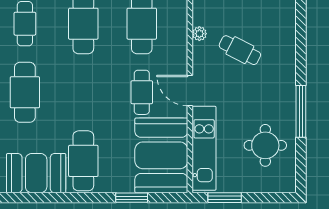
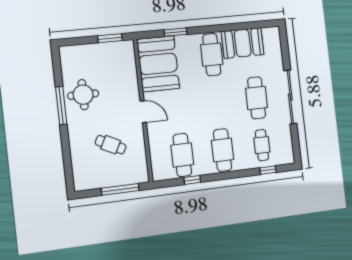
plant: (199, 34) -> (141, 153), removed
cafe table: (142, 92) -> (177, 107), removed
round table: (265, 145) -> (83, 95), moved
kitchen unit: (204, 148) -> (129, 72), removed

